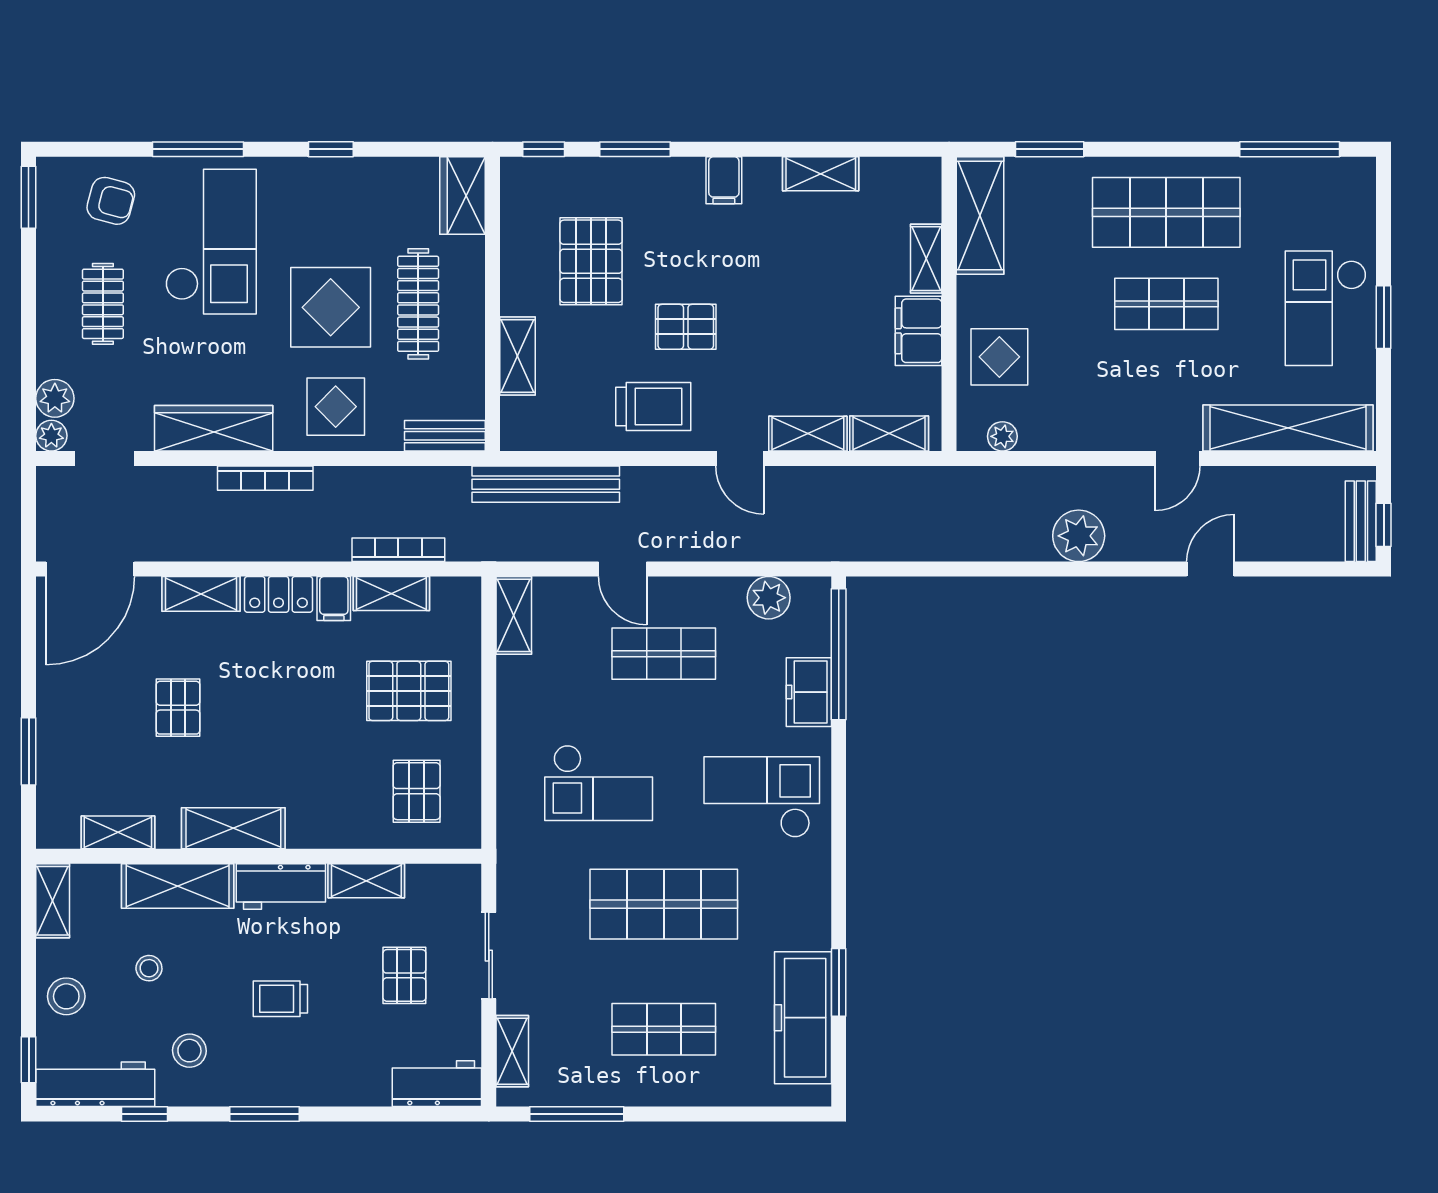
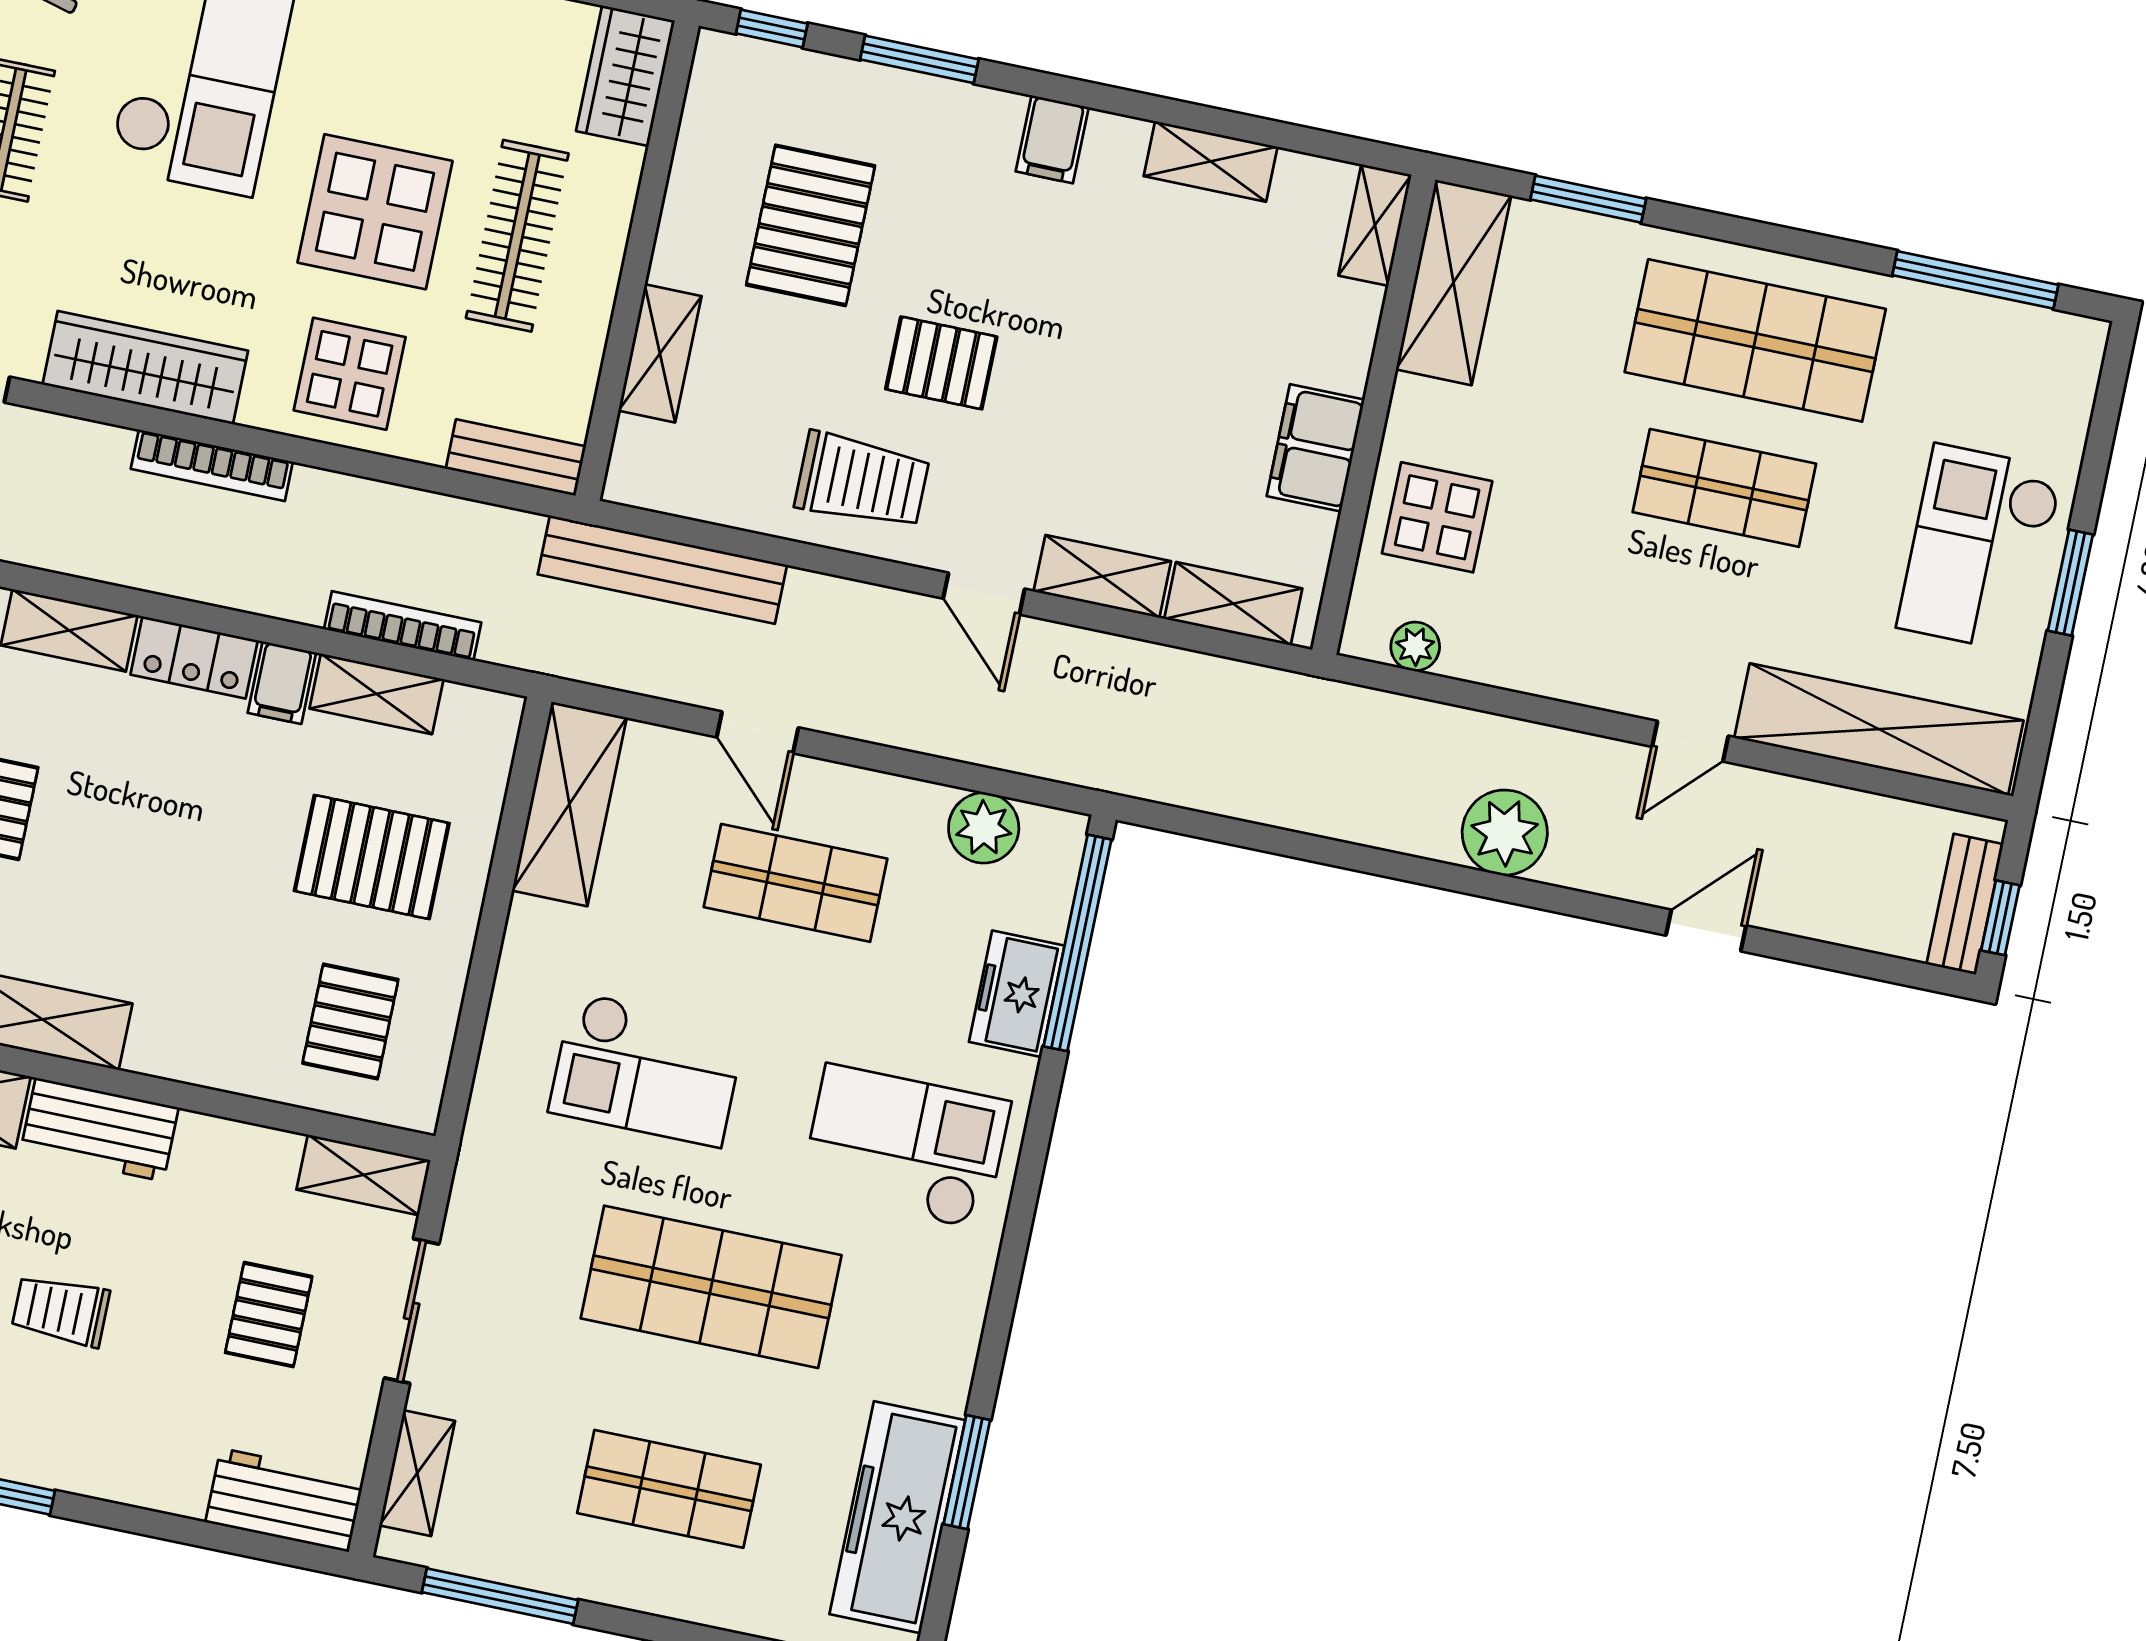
shelving: (926, 259) -> (1375, 225), moved
shelving: (514, 615) -> (569, 804), width x1.50, depth x1.33
shelving: (366, 881) -> (363, 1175), moved

